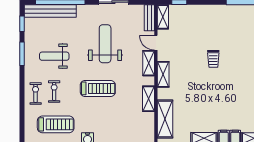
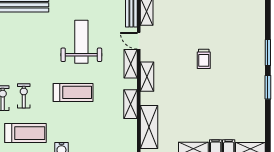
weight bench: (54, 56) -> (24, 56), removed

